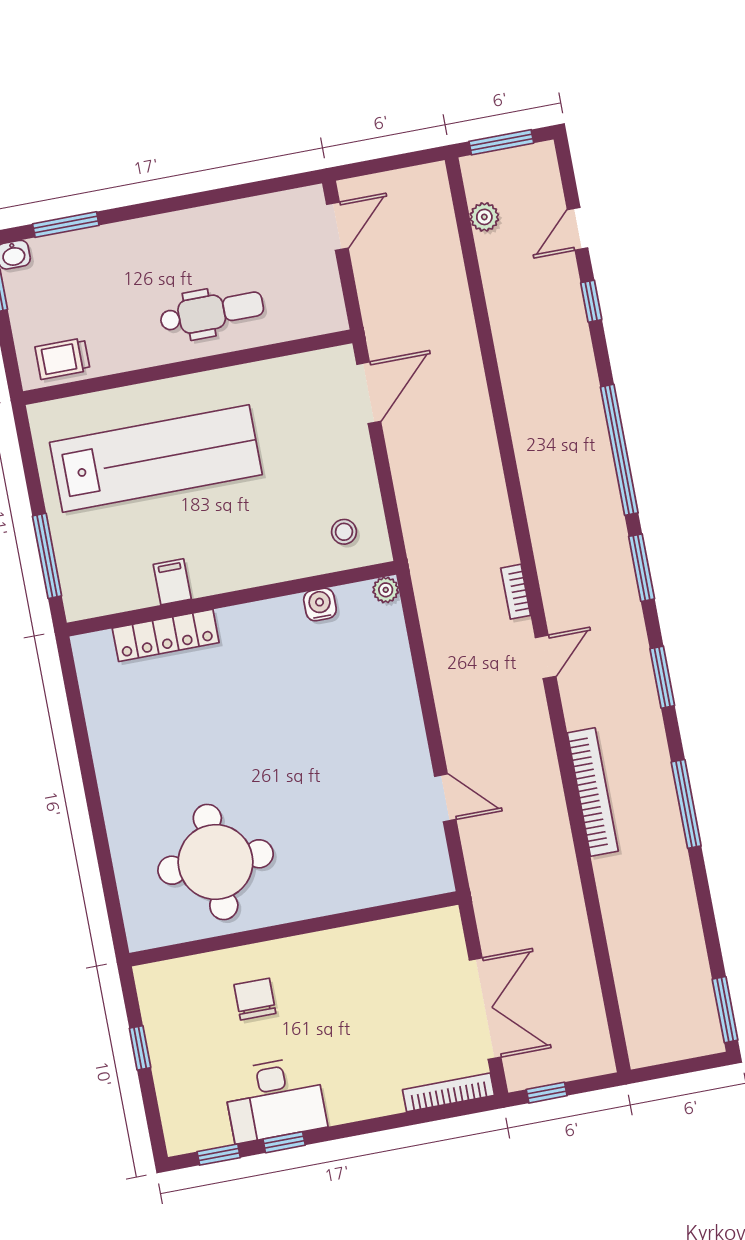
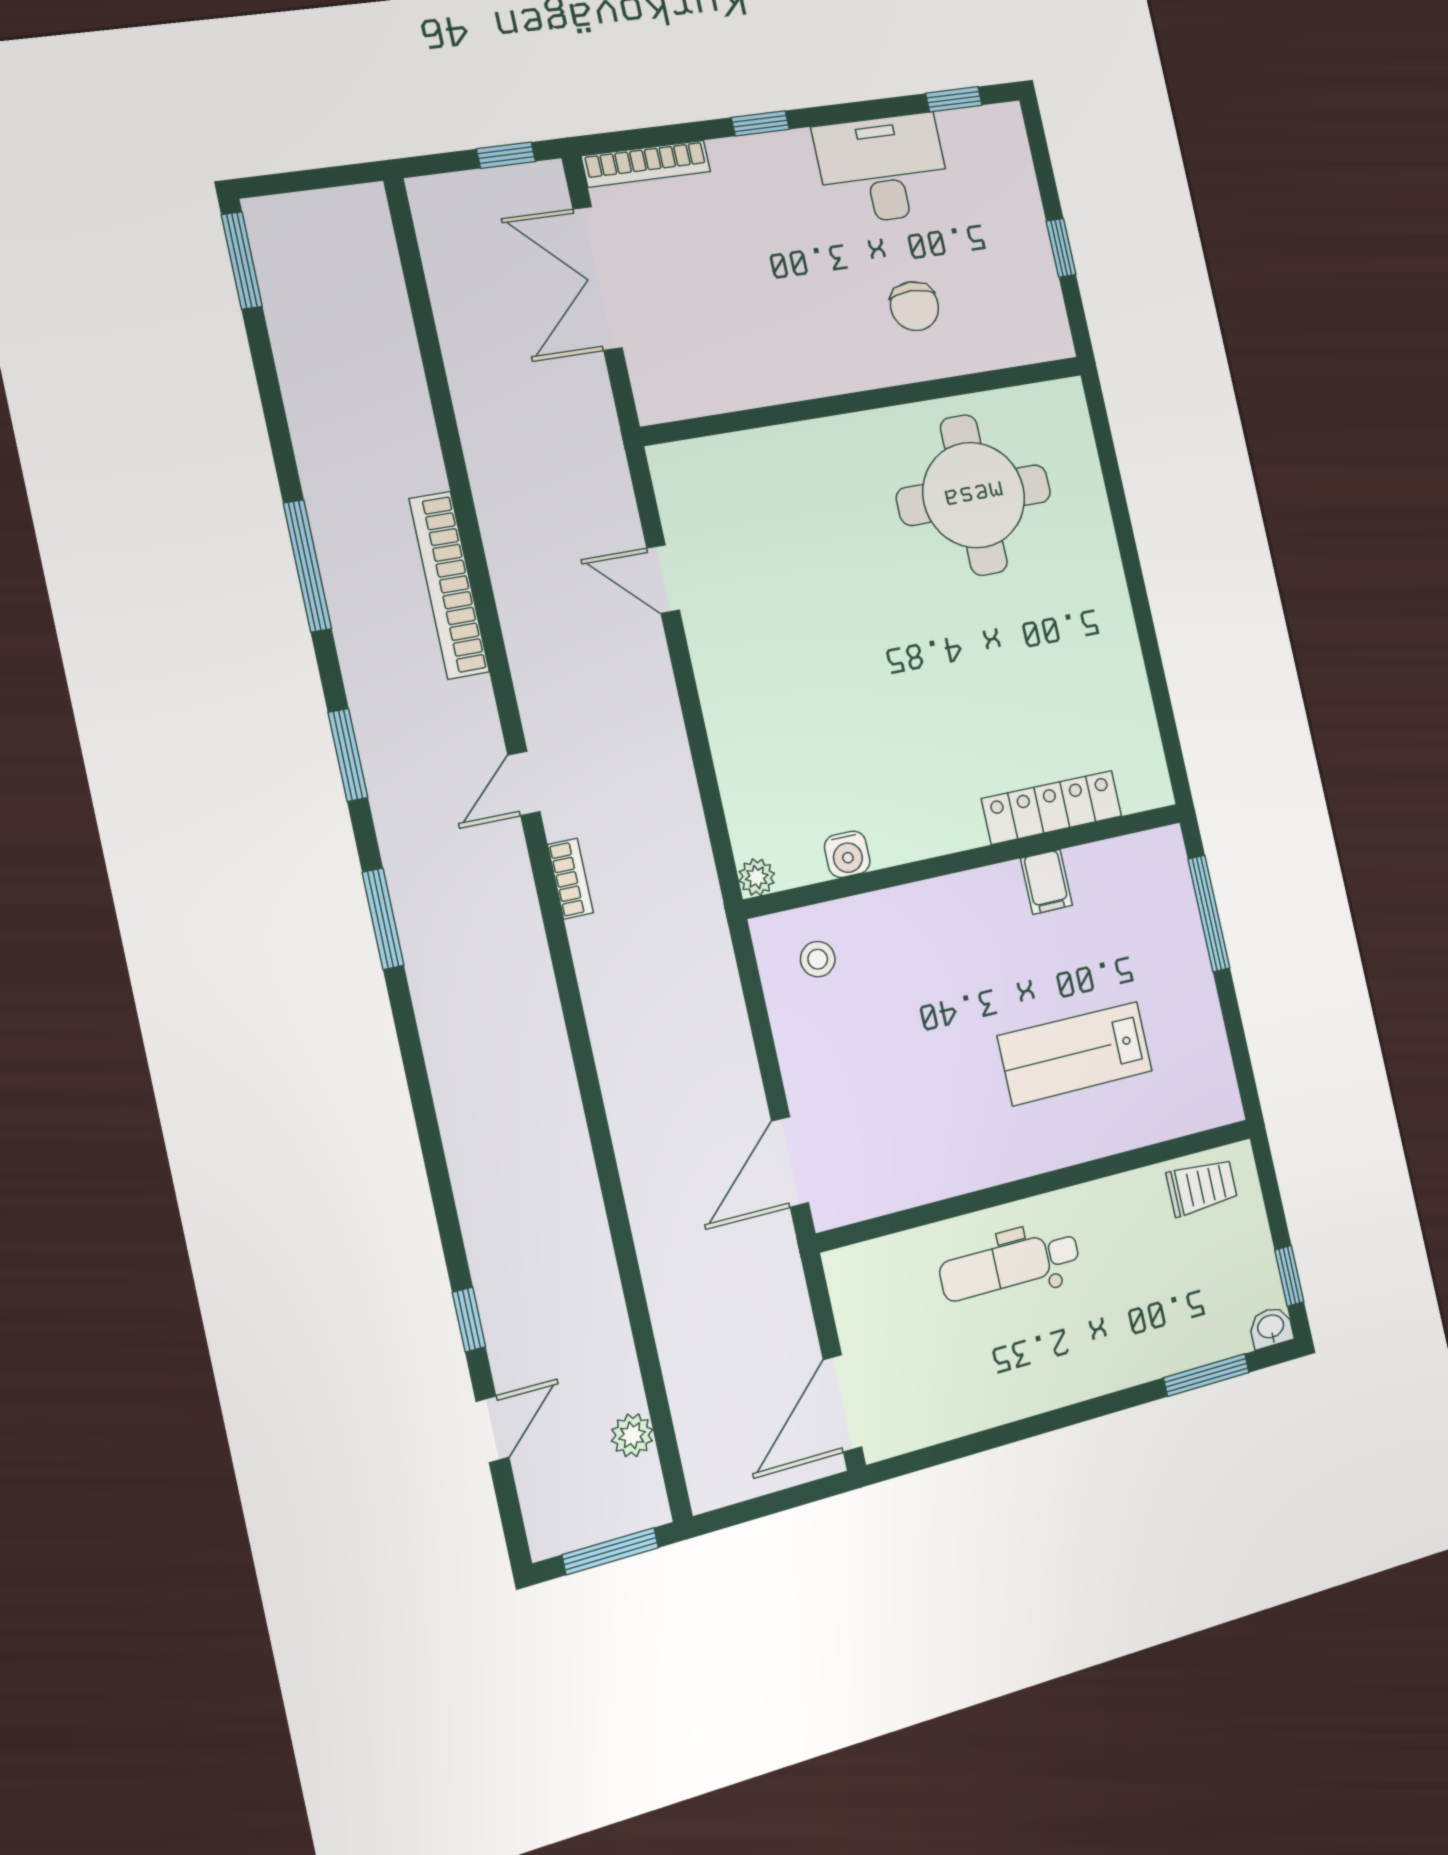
door: (337, 226) -> (843, 1403), width x1.38
window: (619, 450) -> (421, 1096), removed
lab bench: (156, 458) -> (1075, 1053), width x0.54, depth x0.72
window: (284, 1142) -> (760, 123), moved

